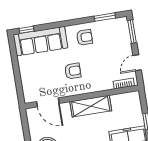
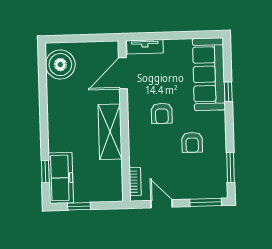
window: (27, 30) -> (228, 92), moved
armchair: (84, 37) -> (192, 142), moved
tv unit: (27, 89) -> (145, 47), added

